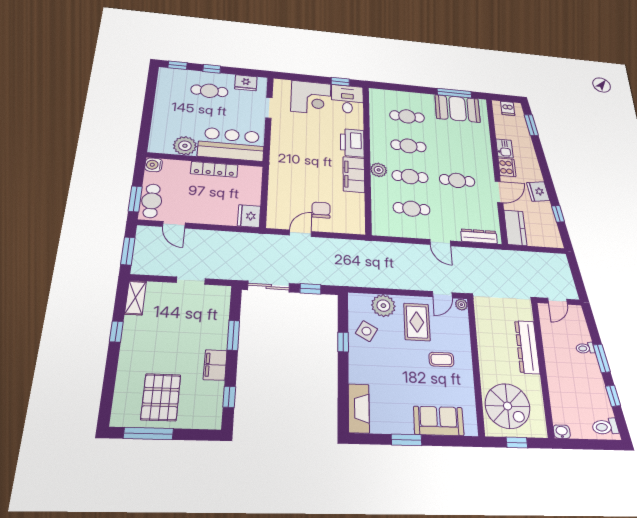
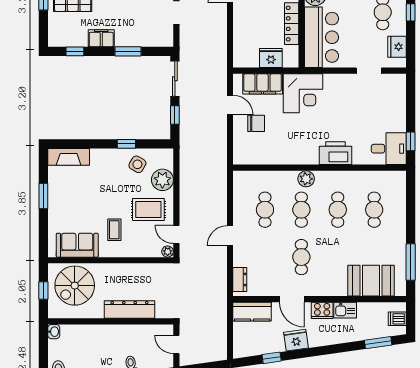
corner desk: (311, 98) -> (303, 93), moved, turned -90
booth: (458, 109) -> (371, 281), moved, turned 90
filing cabinet: (354, 175) -> (263, 84), moved, turned 180
fridge: (249, 216) -> (271, 58), moved
dresser: (479, 236) -> (240, 280), width x0.70
sofa: (439, 421) -> (77, 245), moved, turned -90

